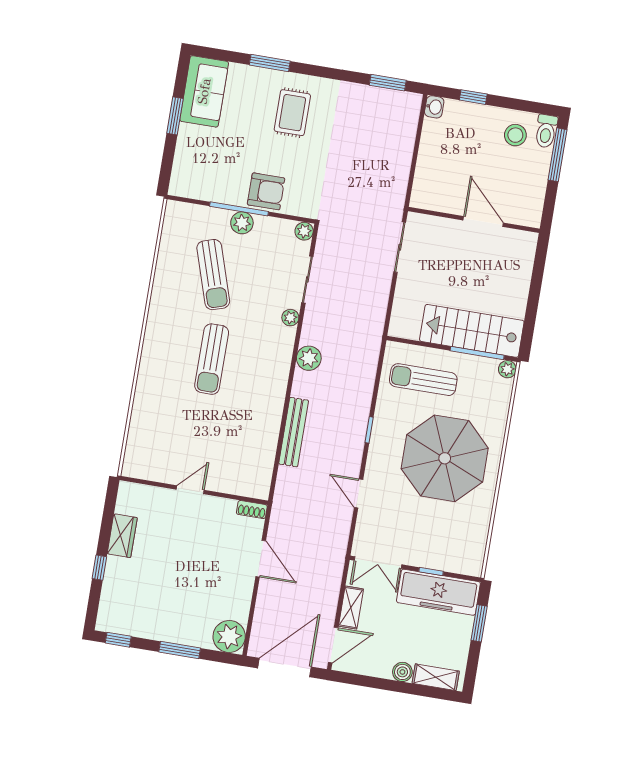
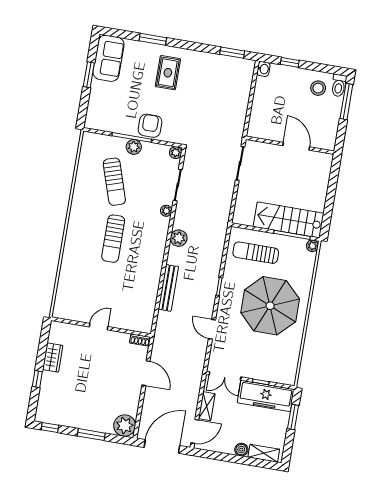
armchair: (266, 191) -> (150, 126), turned -90

